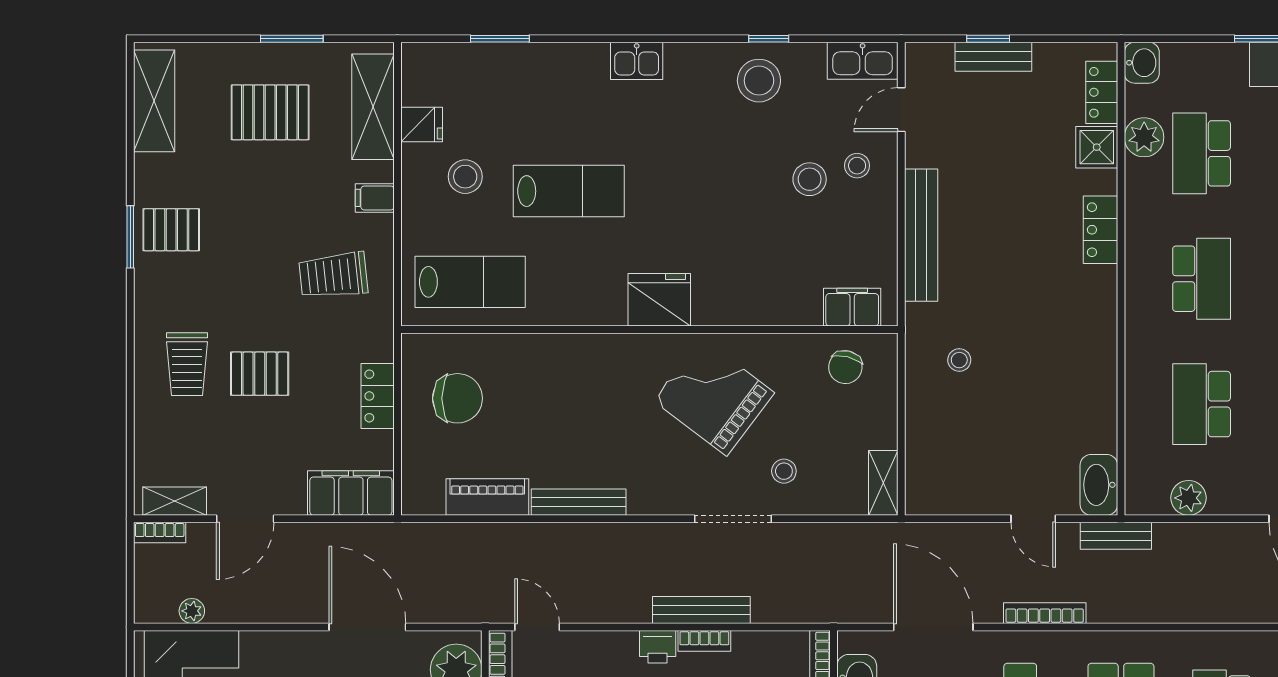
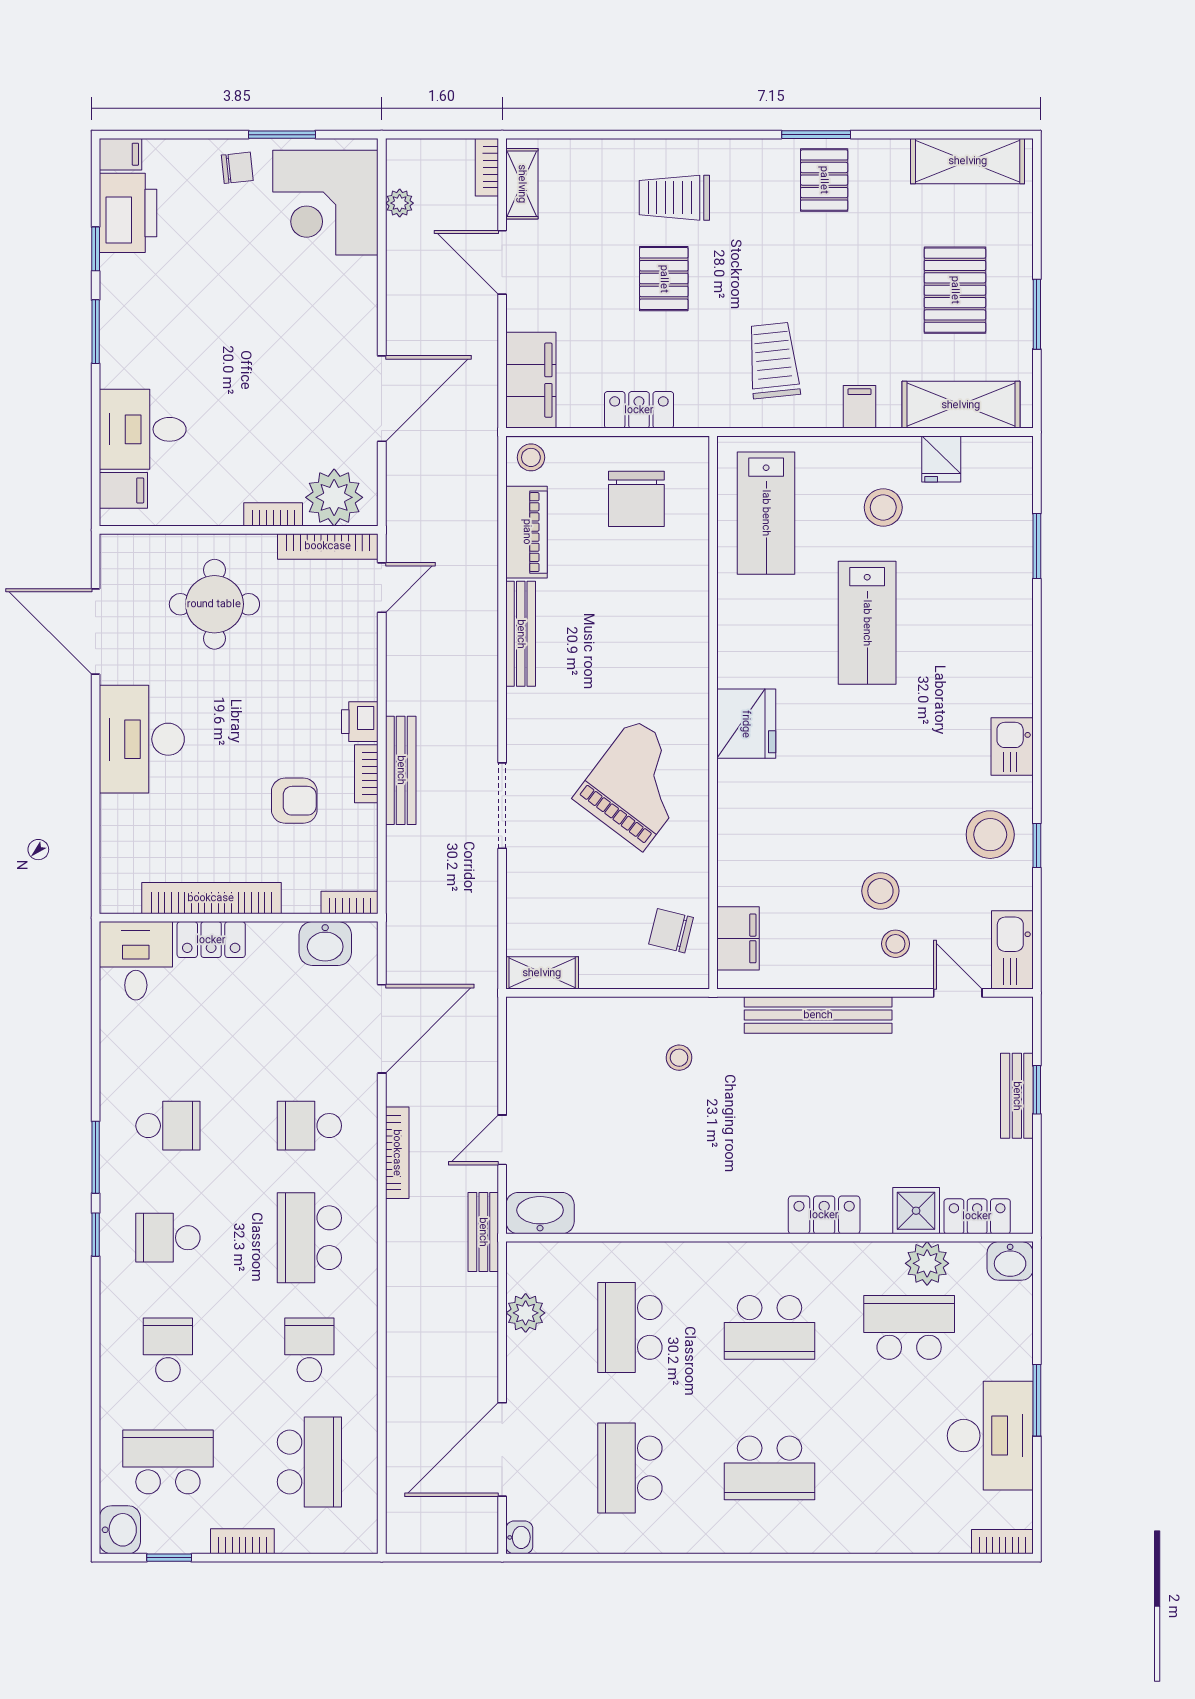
kitchen sink: (637, 61) -> (1012, 746), moved
school desk: (1202, 404) -> (630, 1327), turned -90
stool: (784, 471) -> (531, 457), moved

